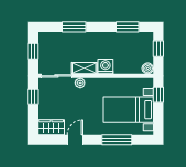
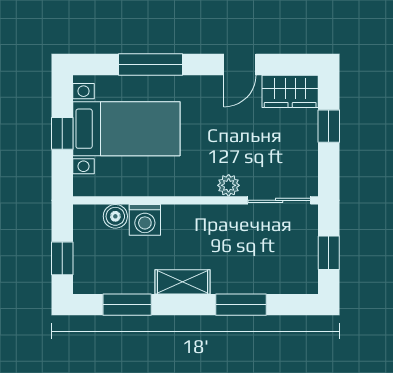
washing machine: (105, 67) -> (145, 220), moved
shelving: (84, 68) -> (183, 282), moved
boiler: (148, 68) -> (115, 216), moved
window: (158, 95) -> (62, 133), moved
window: (33, 97) -> (329, 126), moved

